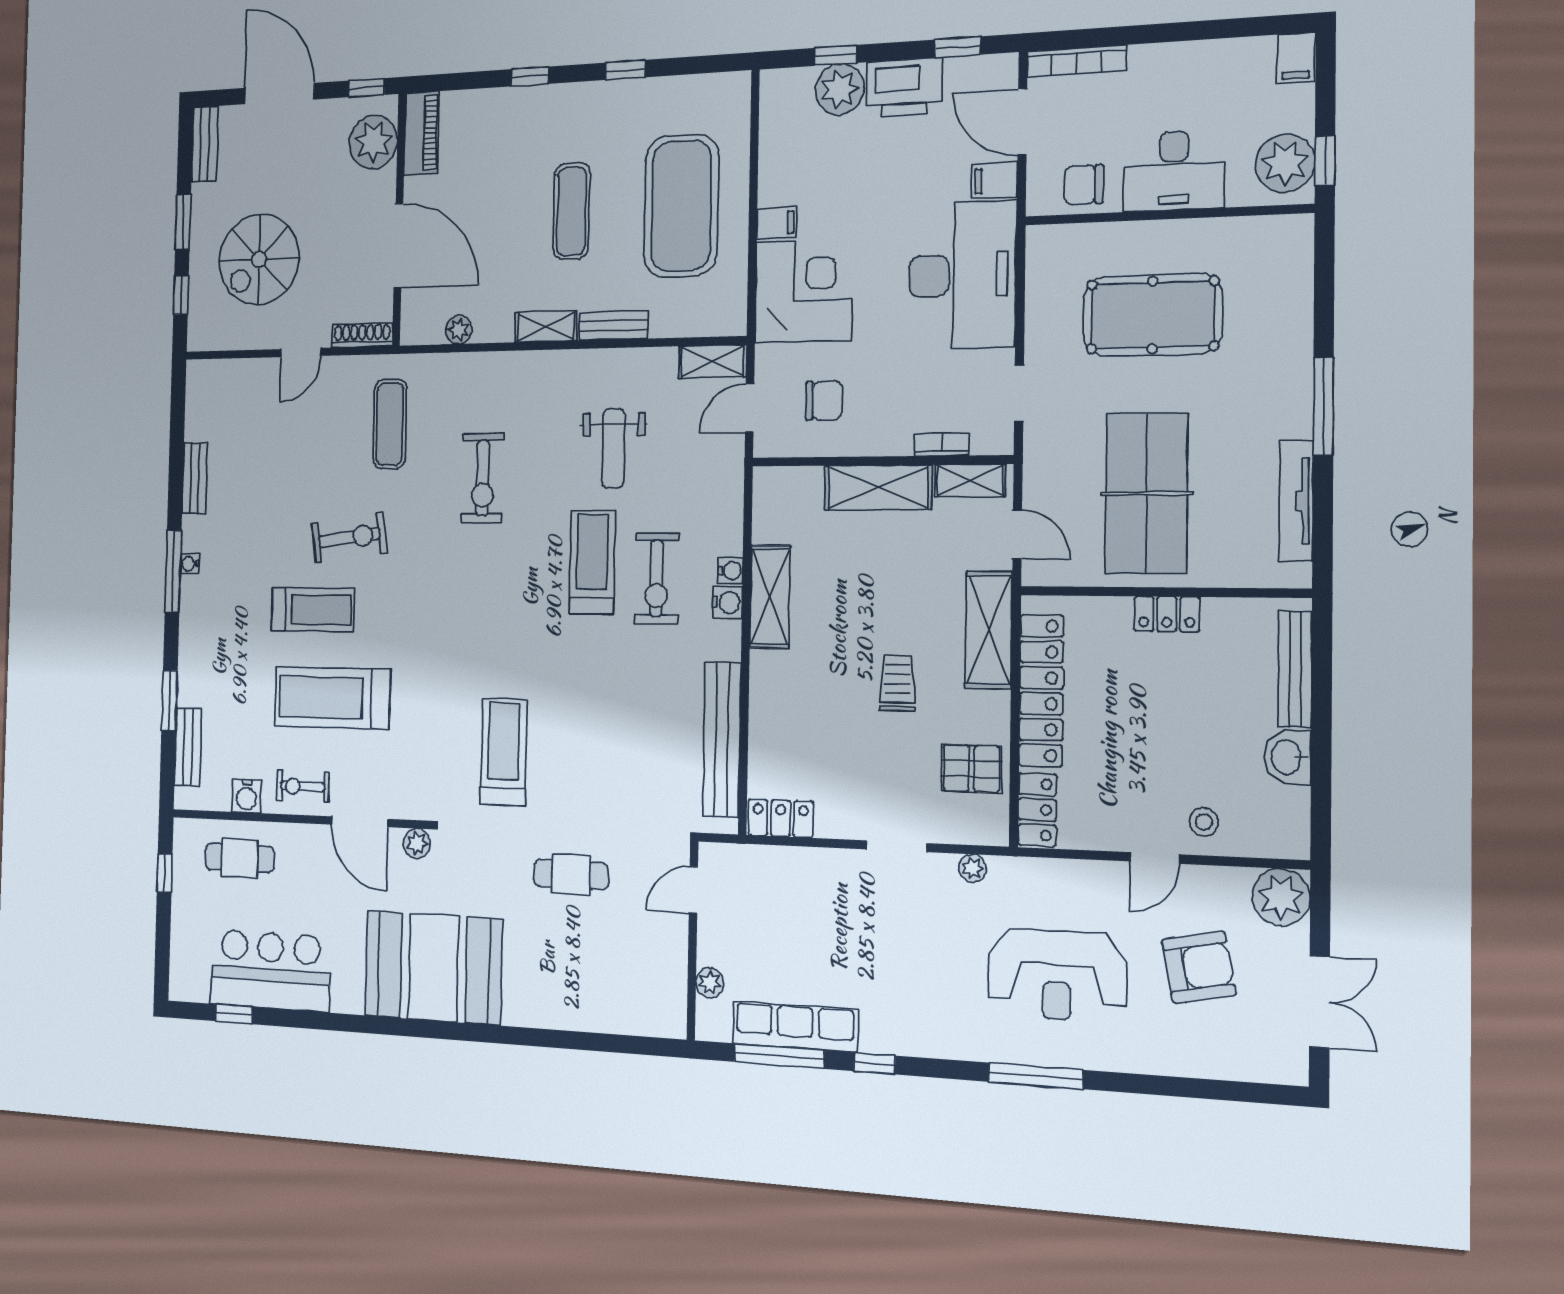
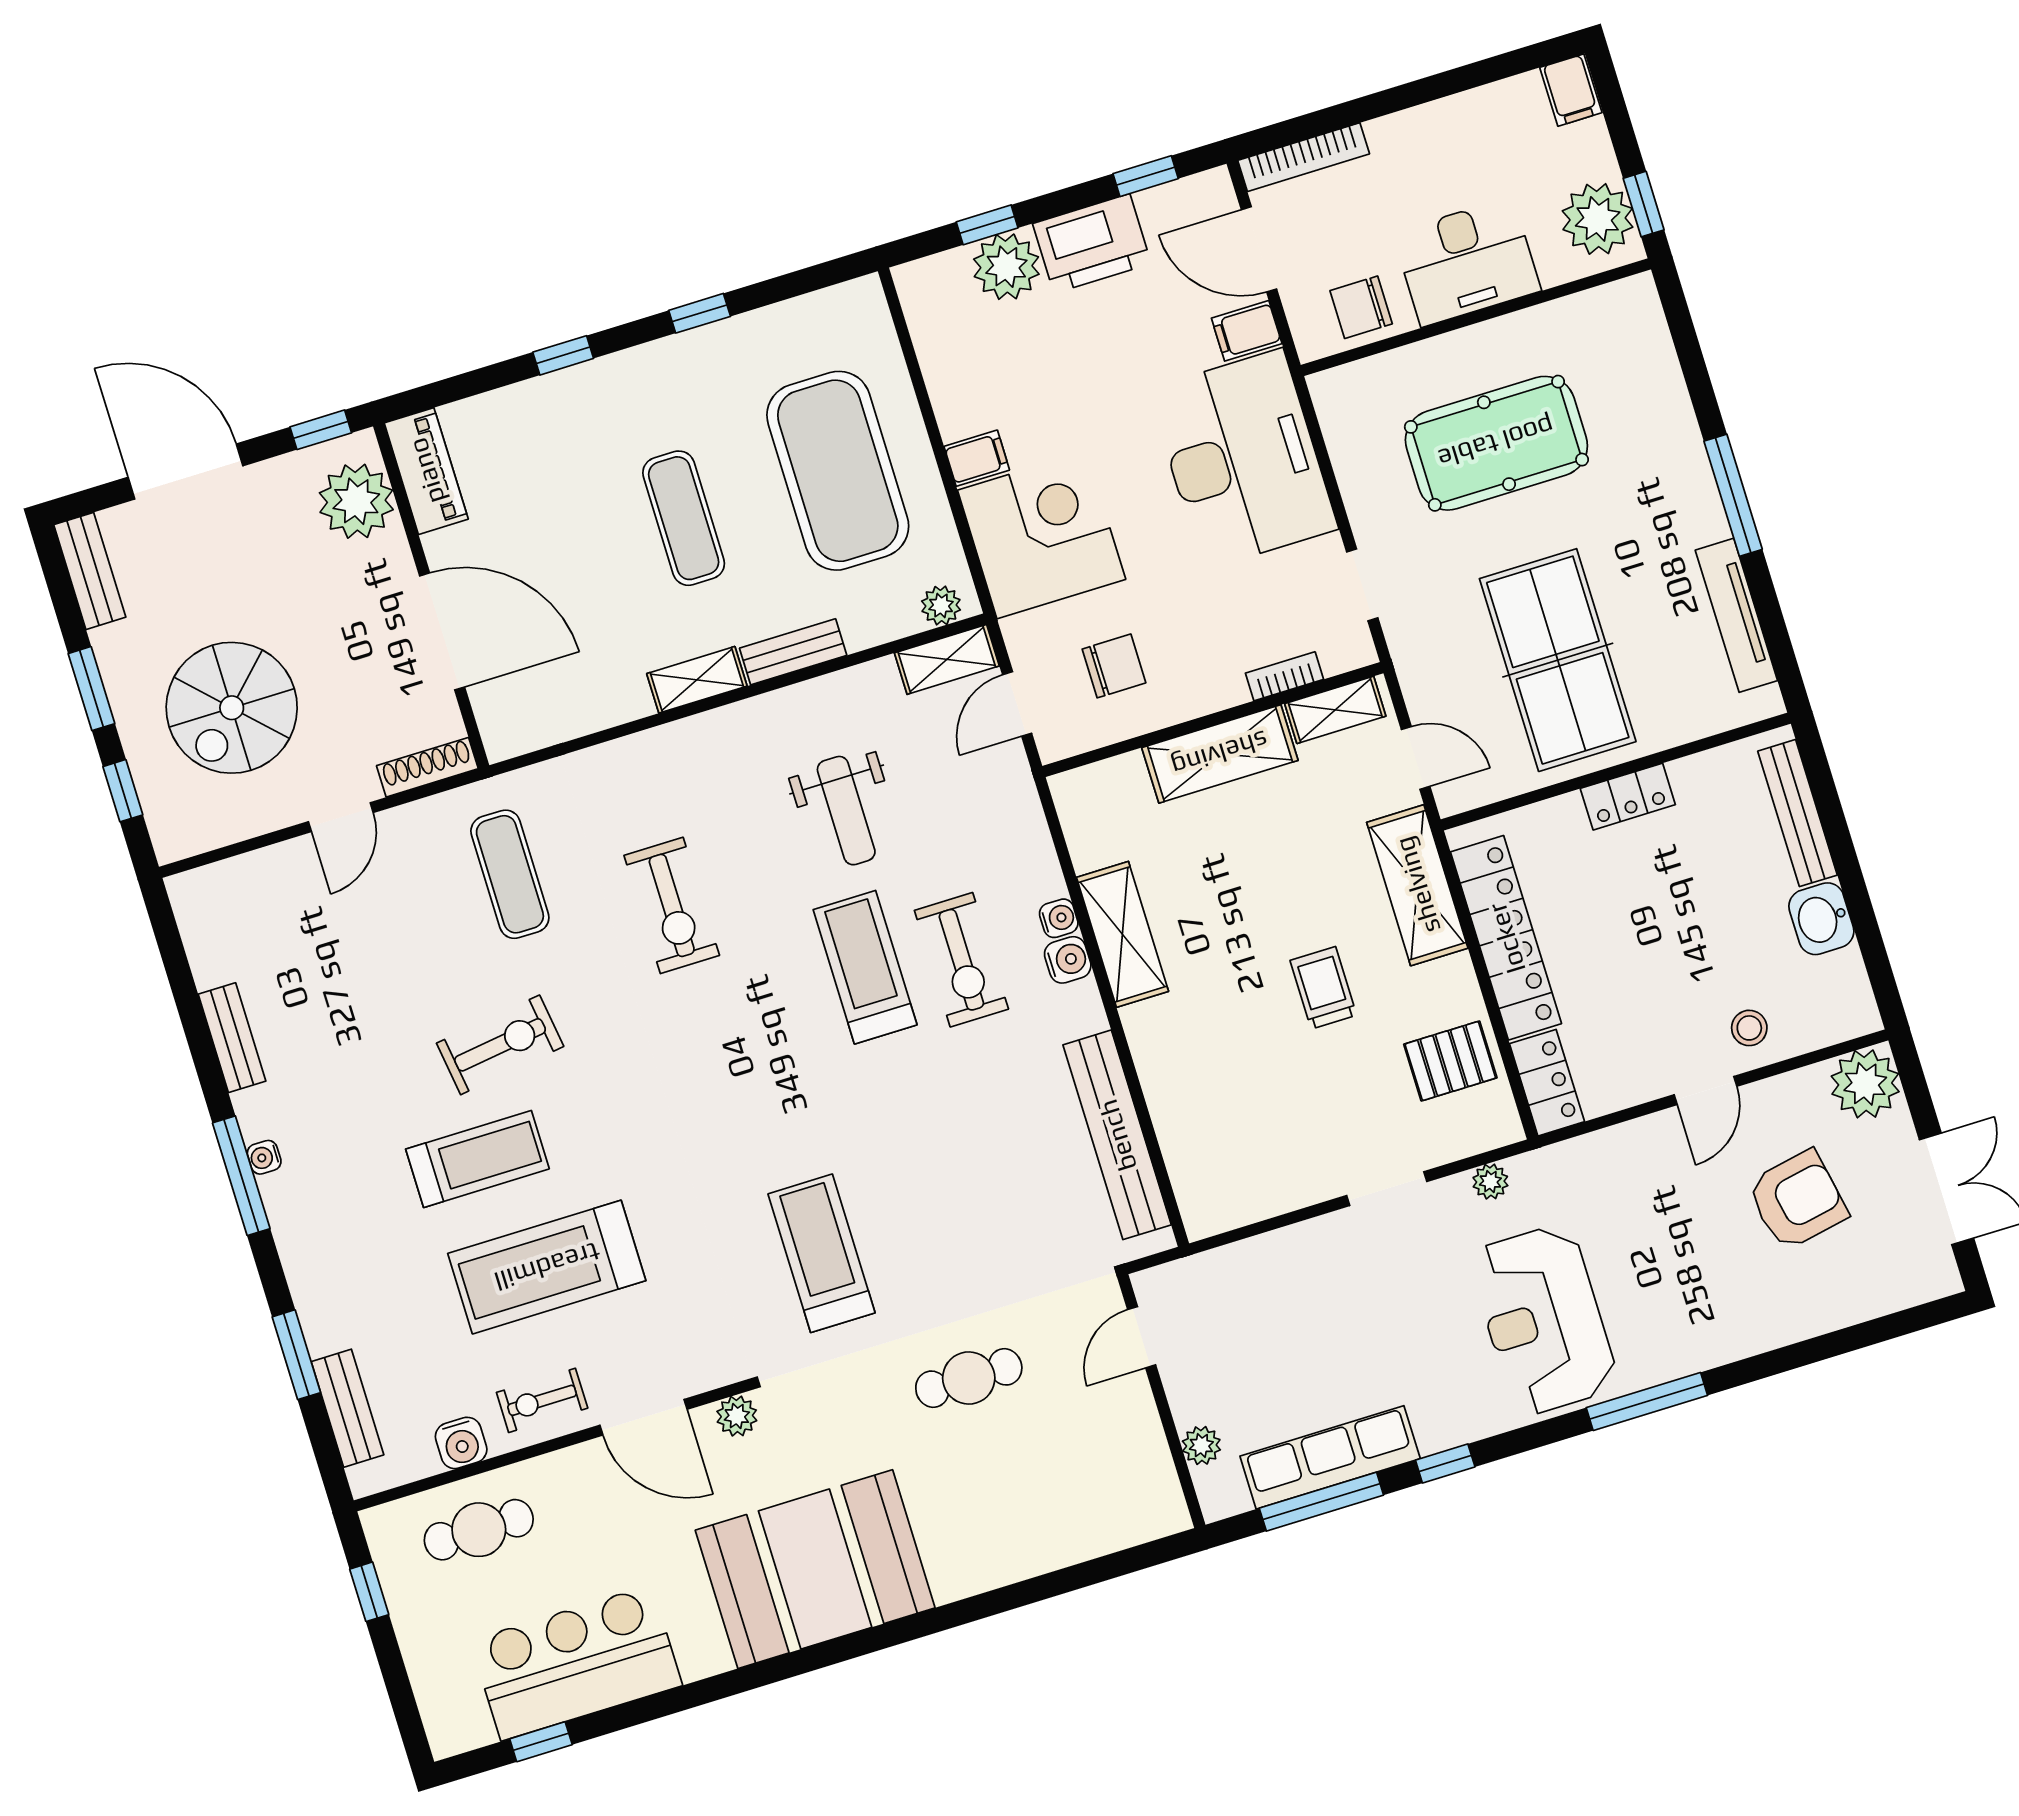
plant: (459, 330) -> (941, 605), moved
locker: (781, 818) -> (1227, 1207), removed
reception desk: (1057, 975) -> (1544, 1320), moved, turned 90

